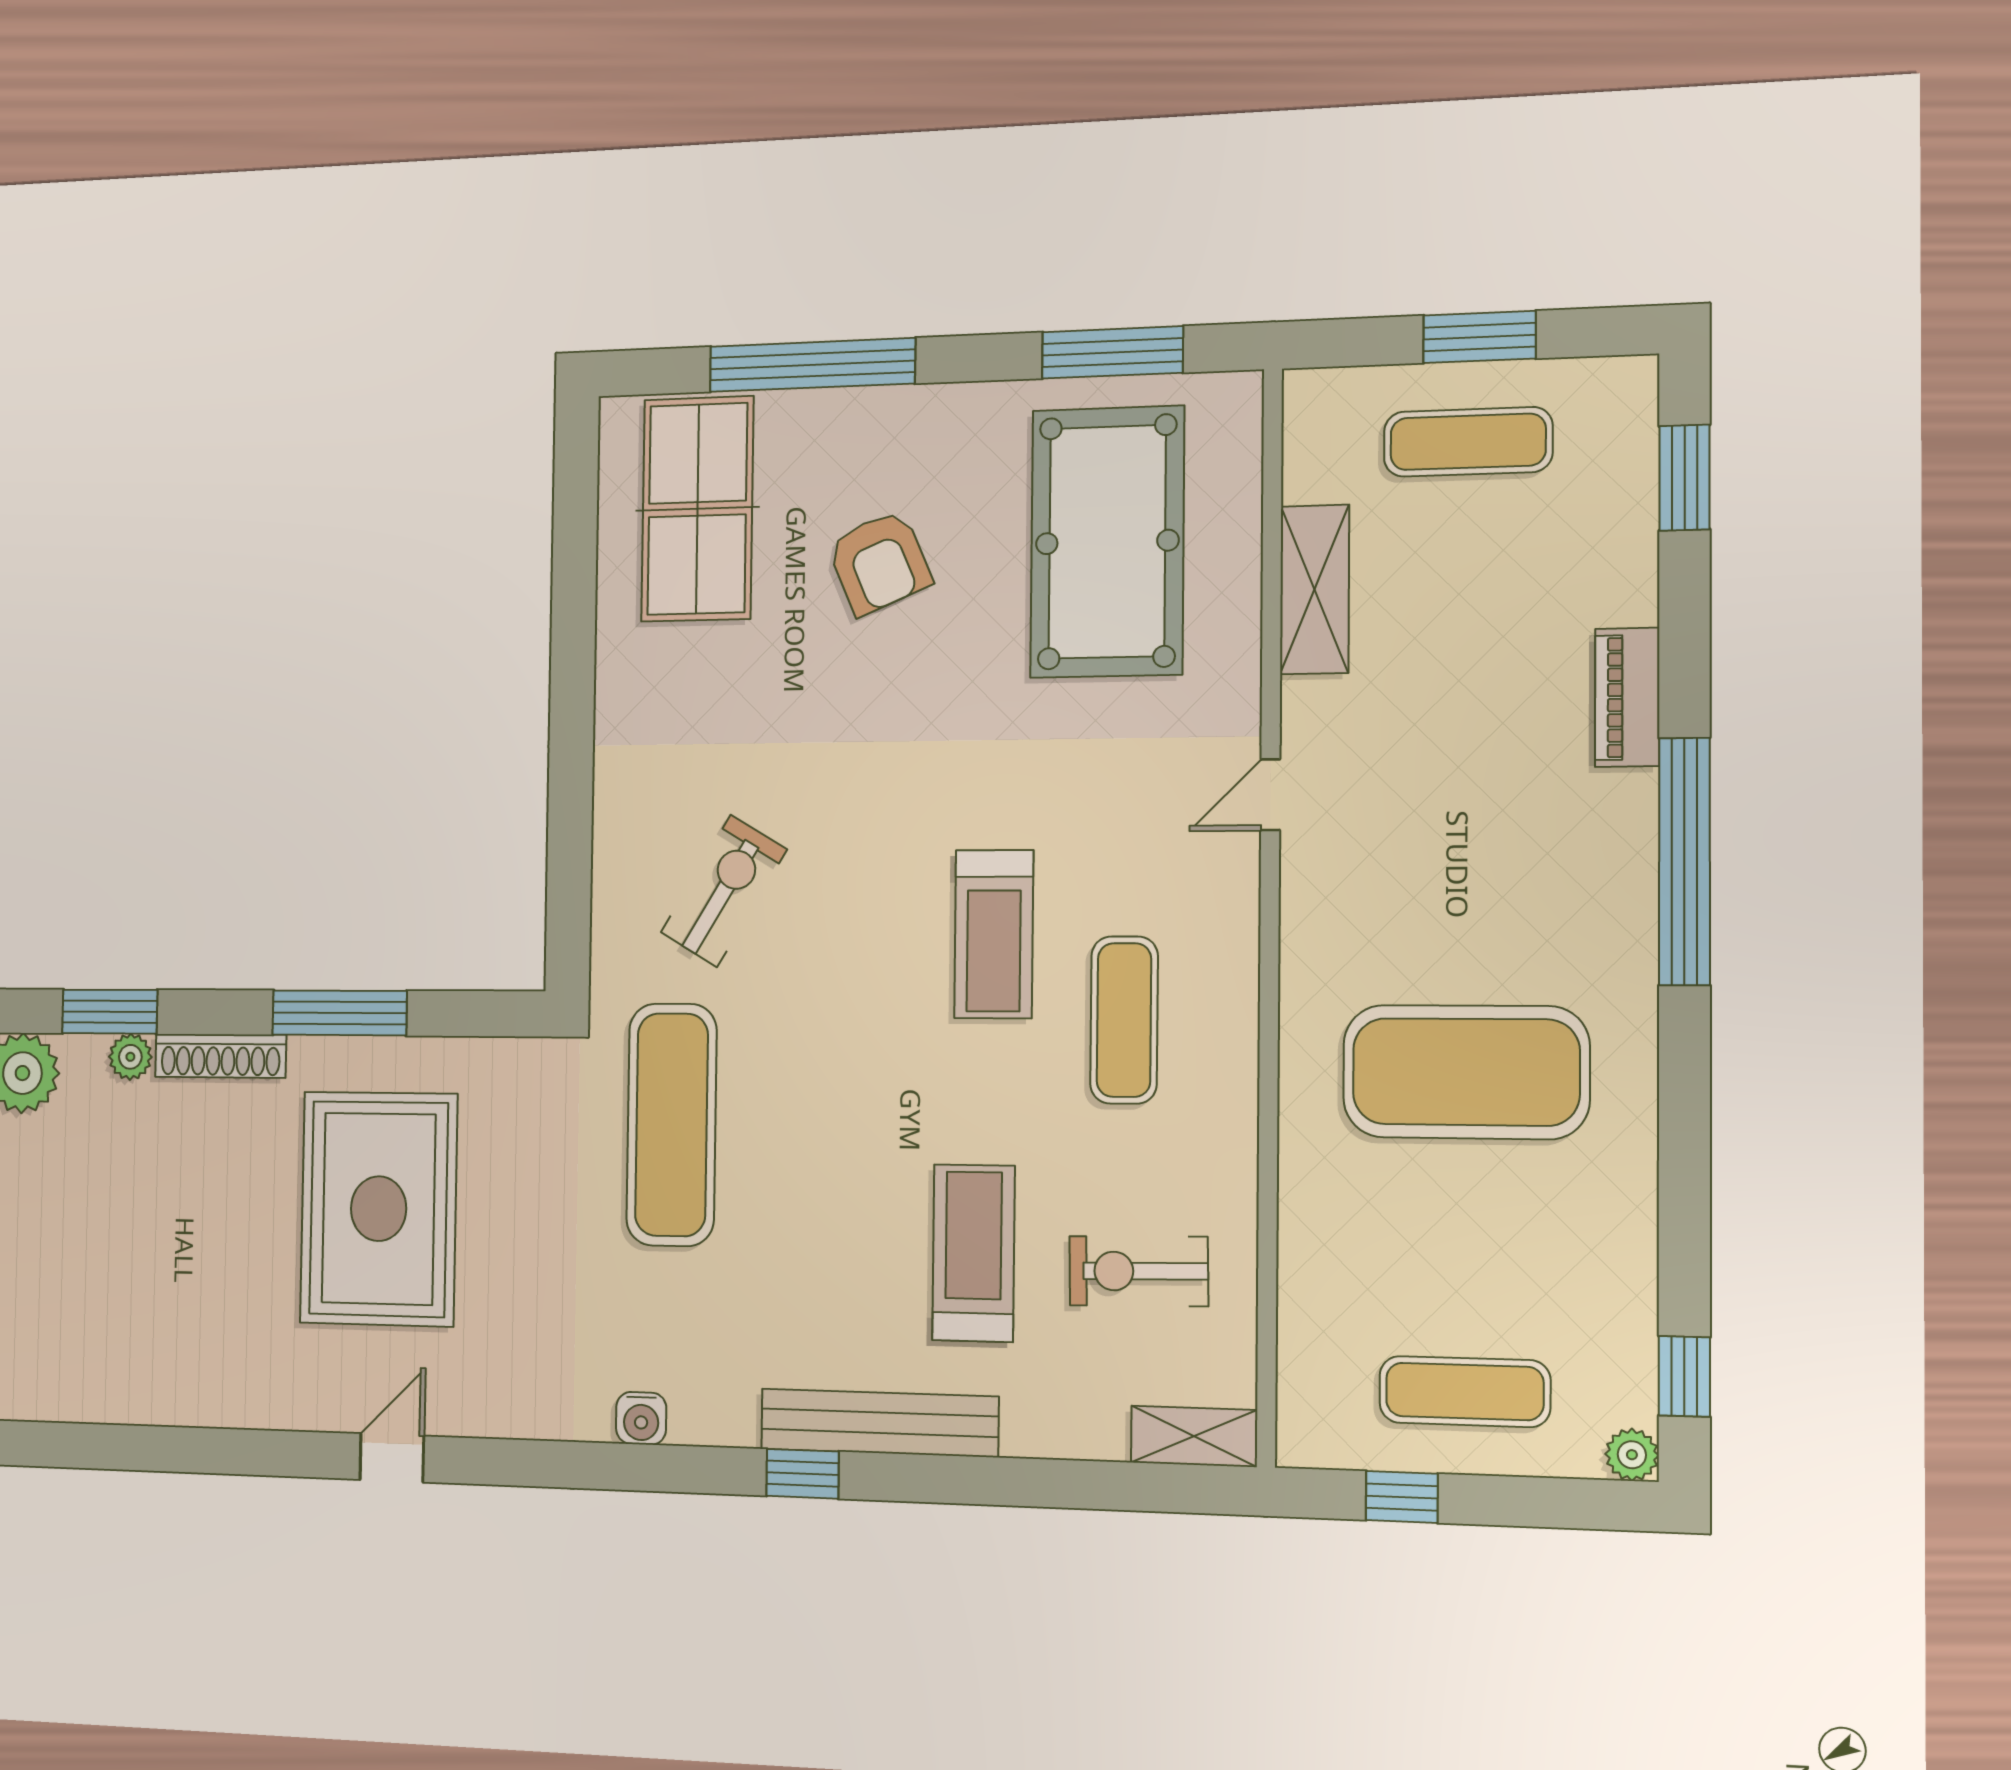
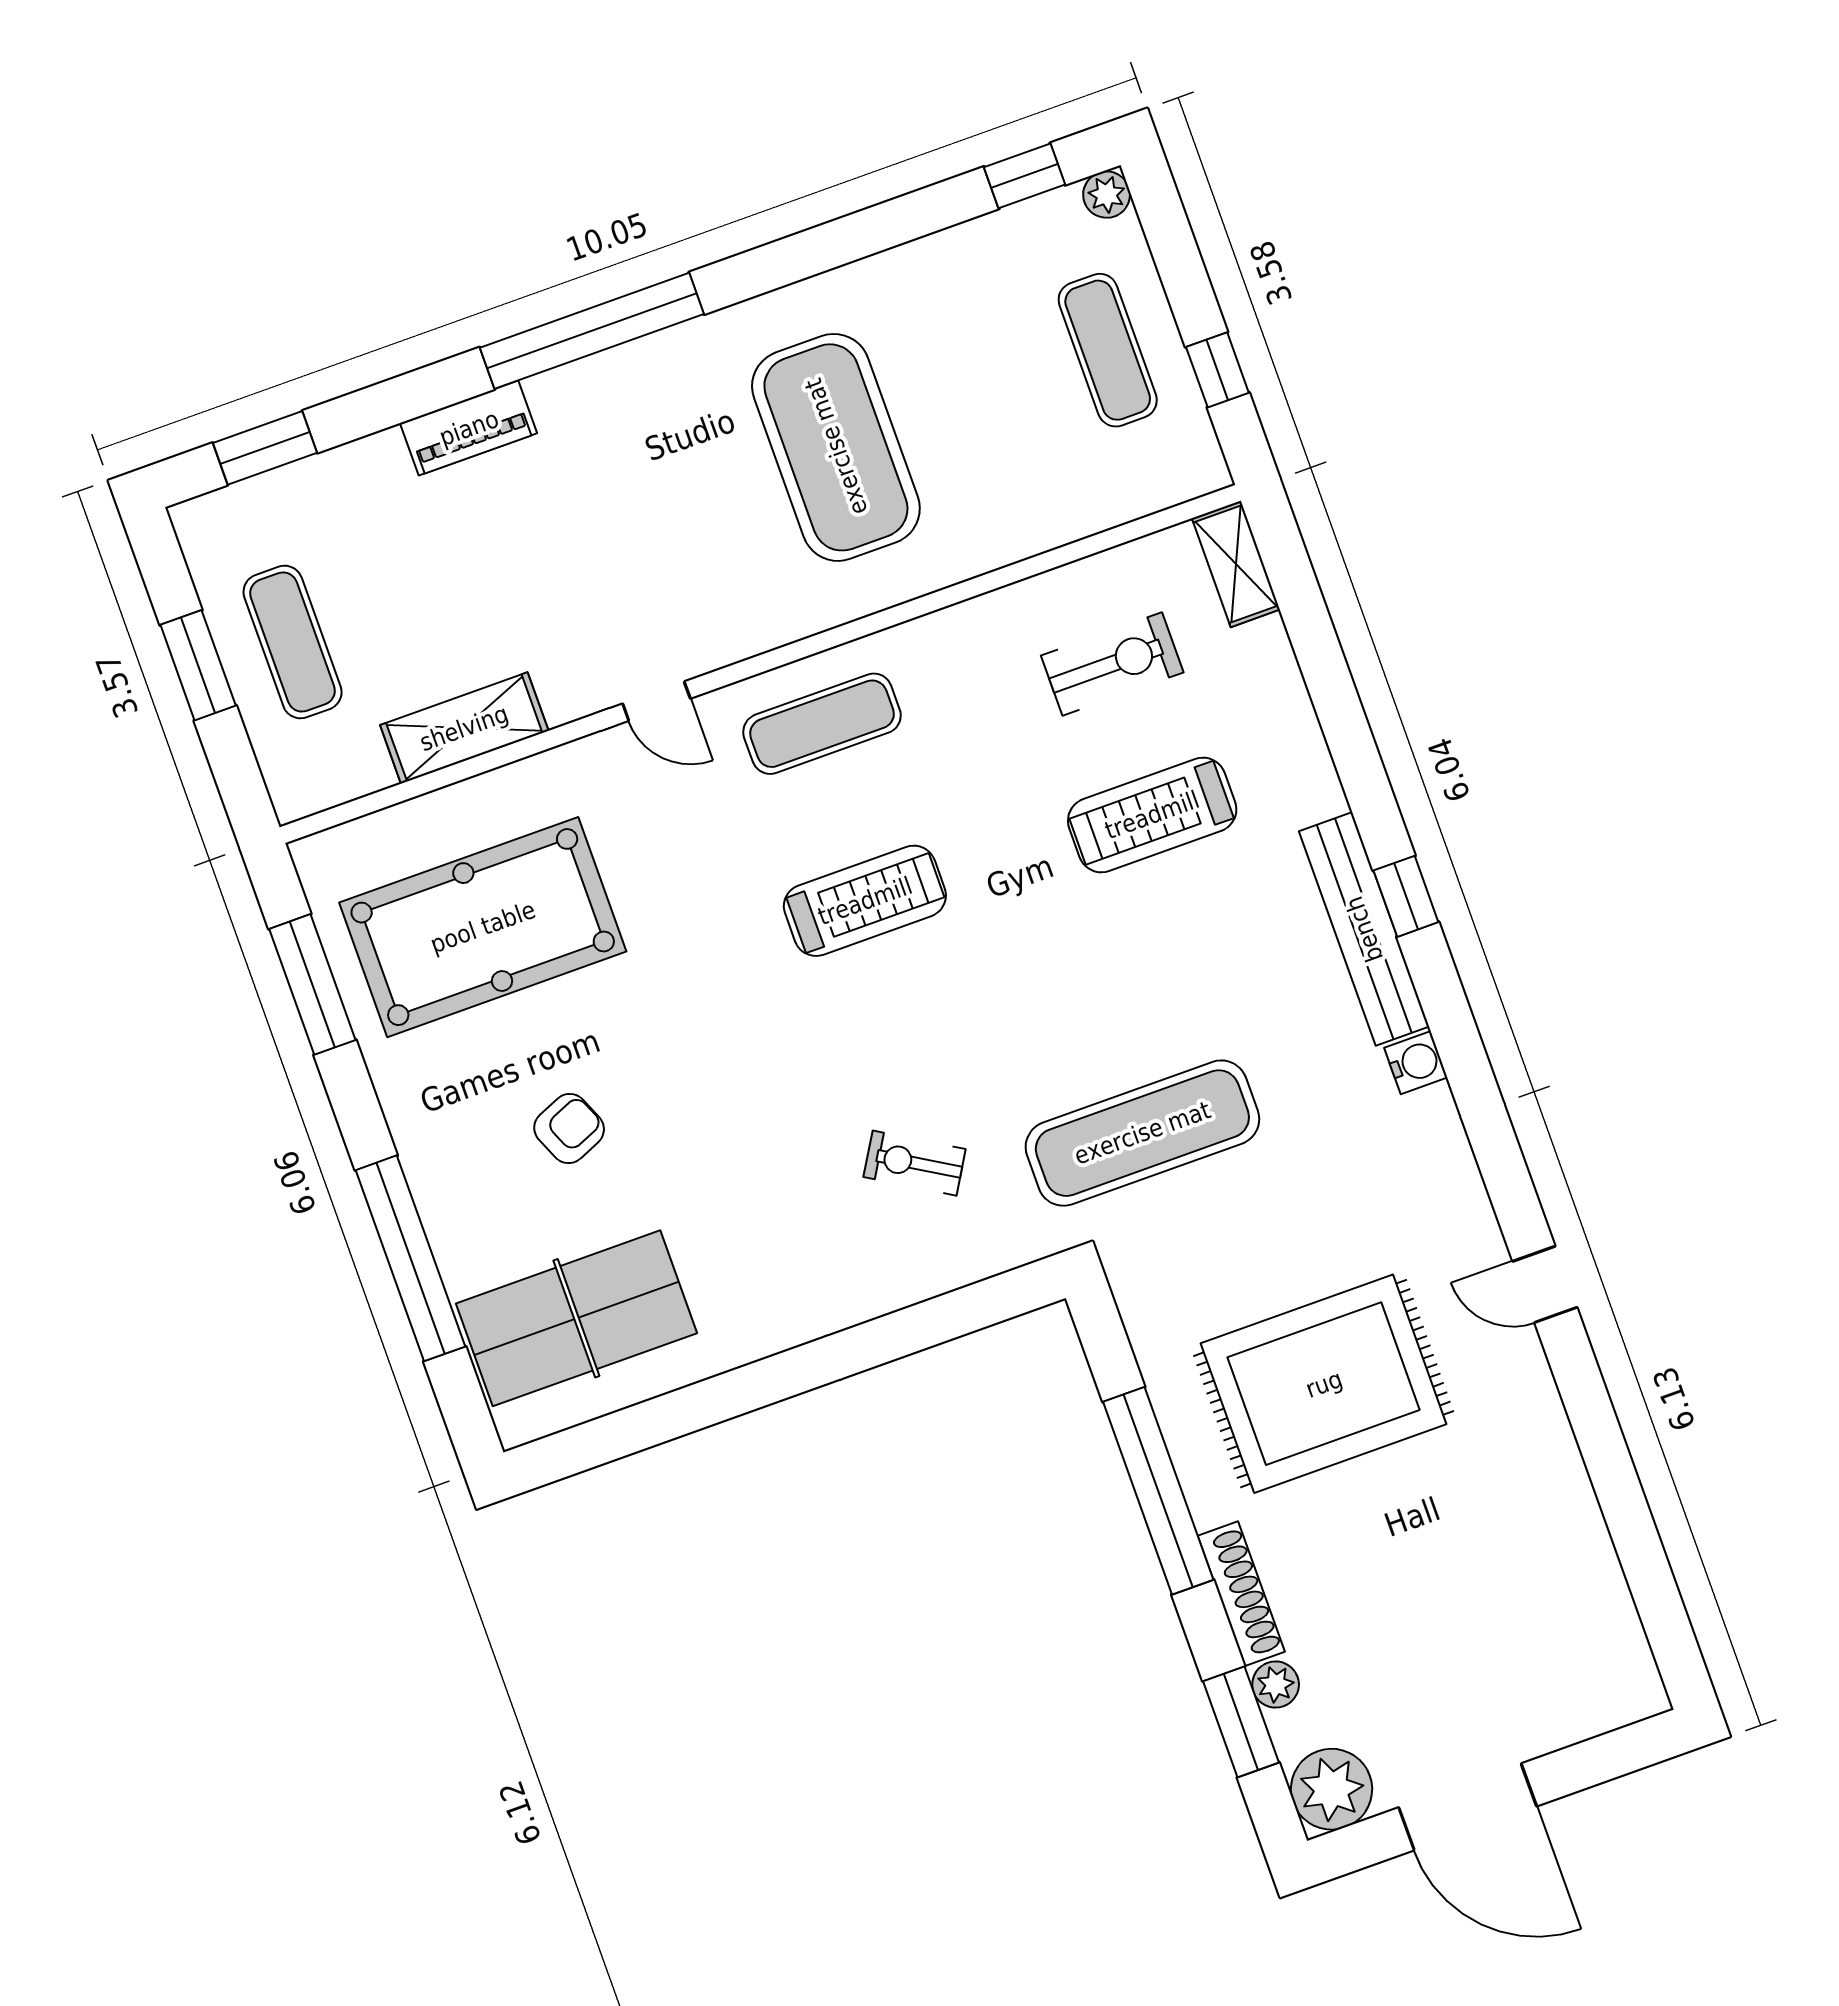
armchair: (879, 562) -> (569, 1129), width x0.72, depth x0.72
exercise bike: (724, 891) -> (915, 1163), width x0.73, depth x0.72
window: (339, 1013) -> (1158, 1491), width x1.46
exercise mat: (1124, 1020) -> (822, 724), moved
exercise bike: (1139, 1271) -> (1112, 664), turned -89
bench: (879, 1423) -> (1364, 929), moved

